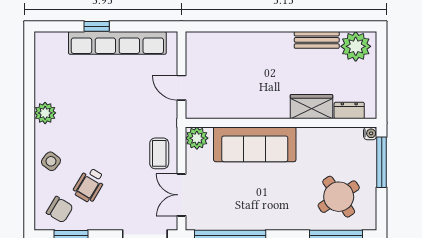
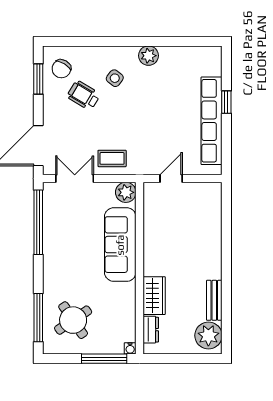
side table: (51, 161) -> (115, 78), moved

